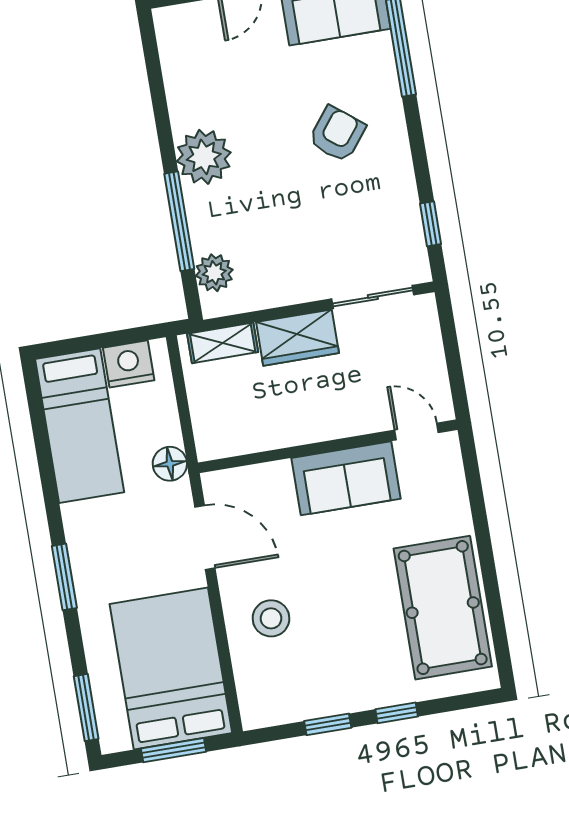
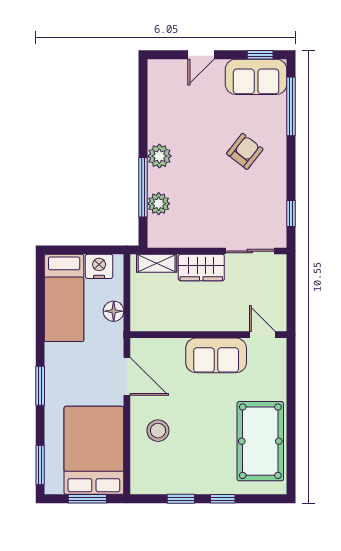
plant: (204, 157) -> (159, 156), width x0.73, depth x0.73
plant: (214, 273) -> (159, 204), moved
floor lamp: (170, 464) -> (114, 311), moved

